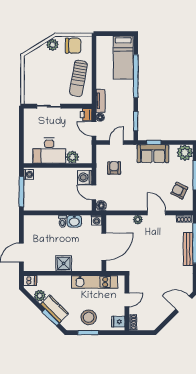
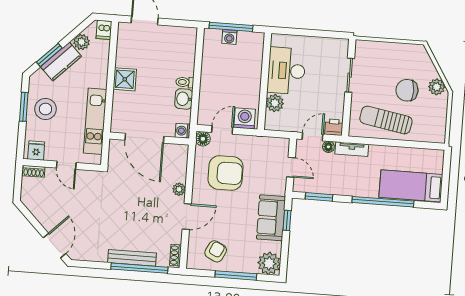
chair: (73, 46) -> (407, 90), moved, turned 90
armchair: (114, 168) -> (226, 173), moved, width x1.88, depth x1.88
washing machine: (29, 174) -> (229, 37), moved

